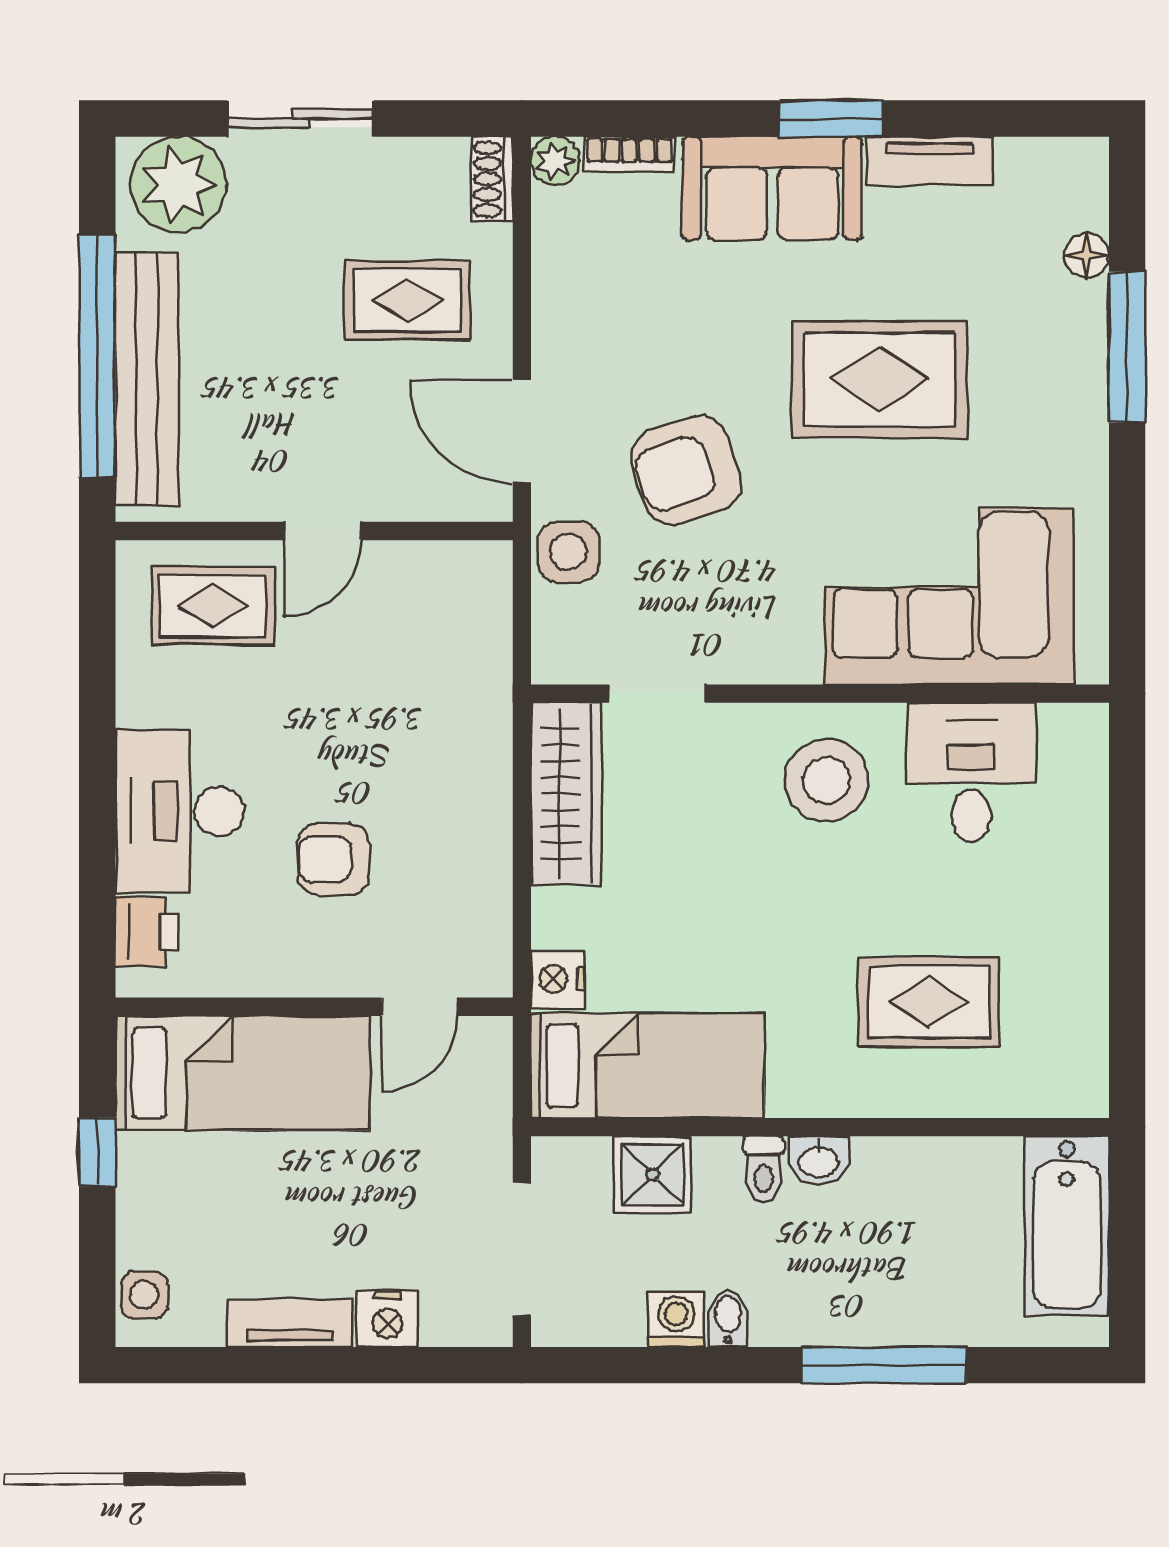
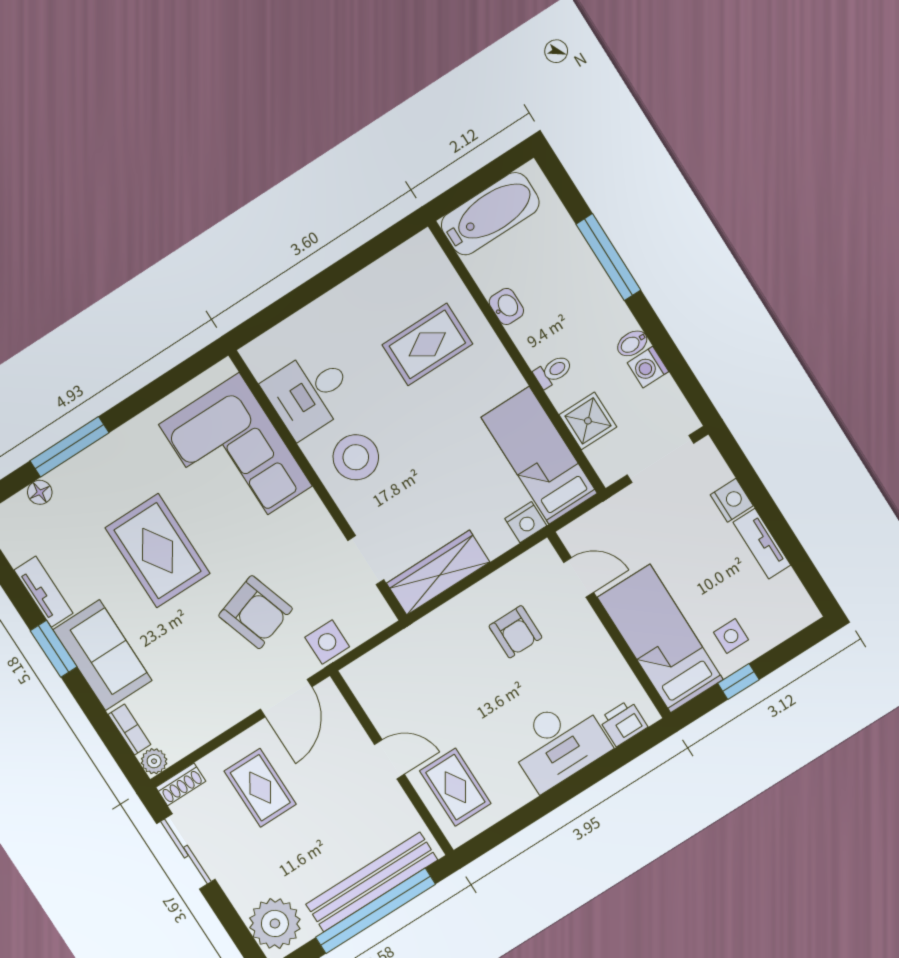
sliding door: (301, 118) -> (186, 852), moved
armchair: (334, 859) -> (515, 632), moved
rug: (929, 1002) -> (427, 344), turned 90
washbasin: (819, 1161) -> (506, 306), moved
side table: (144, 1295) -> (731, 636), moved

